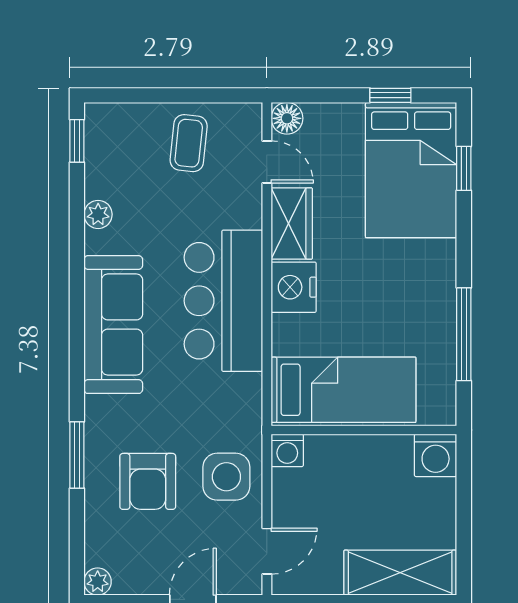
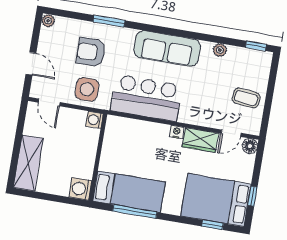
nightstand: (294, 287) -> (177, 132), width x0.53, depth x0.56
bar counter: (223, 301) -> (146, 98), moved
bed: (343, 390) -> (129, 192), moved, turned -90

